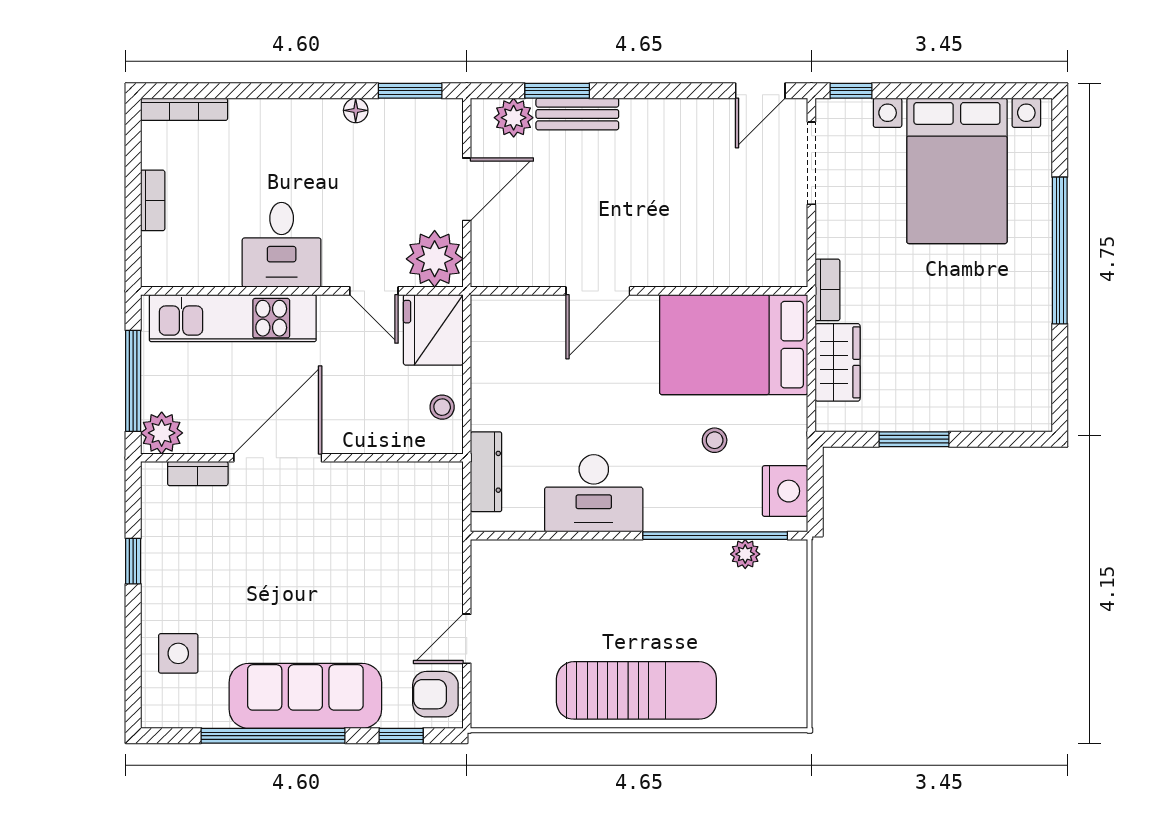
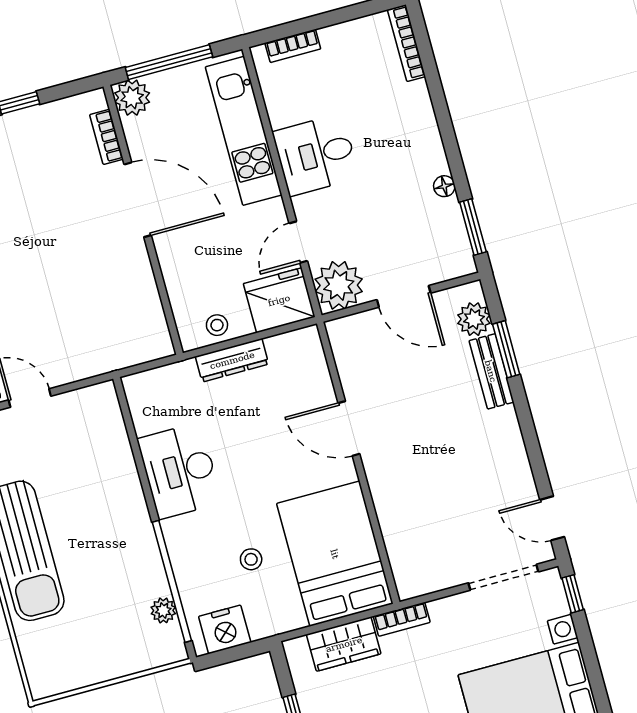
bookcase: (153, 200) -> (293, 46), moved
dresser: (486, 472) -> (232, 360), moved

